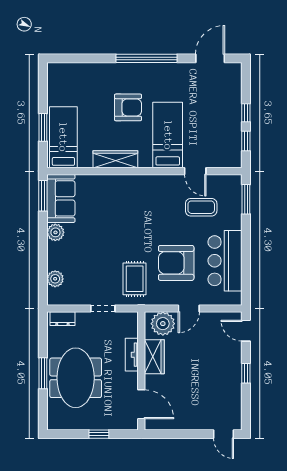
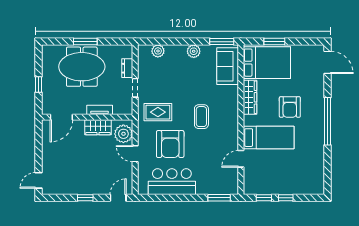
door: (210, 58) -> (328, 62), moved
bed: (63, 137) -> (267, 63), width x1.50
sofa: (61, 198) -> (228, 66), moved, turned 90
coffee table: (201, 207) -> (201, 117), moved
armchair: (176, 263) -> (170, 144), turned 180
dresser: (62, 319) -> (127, 68), moved

